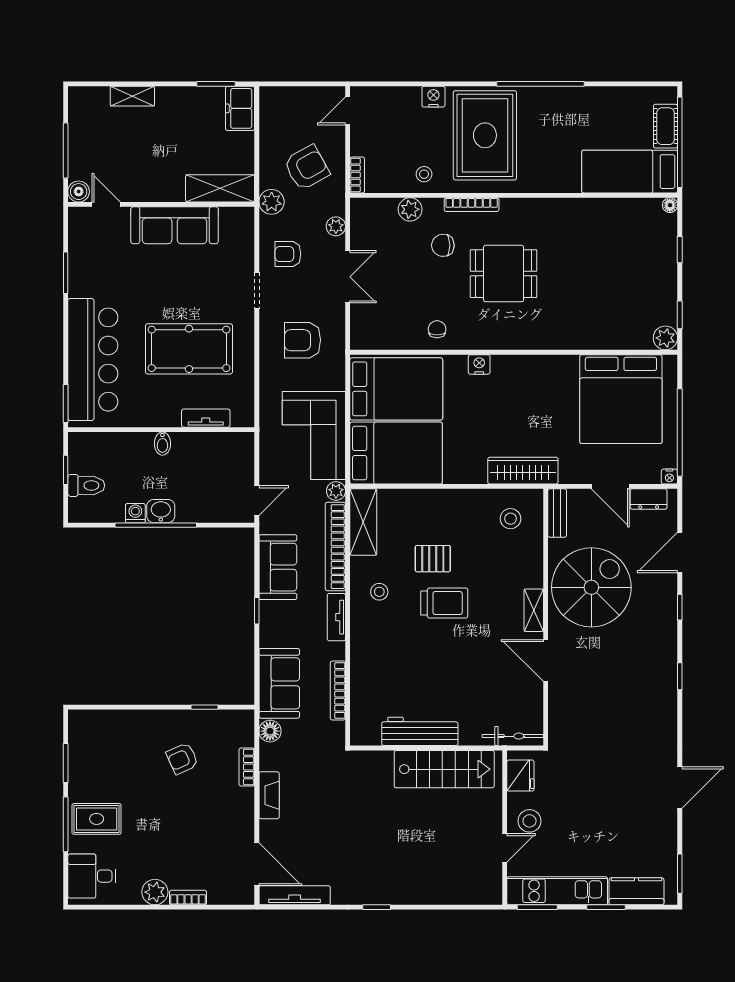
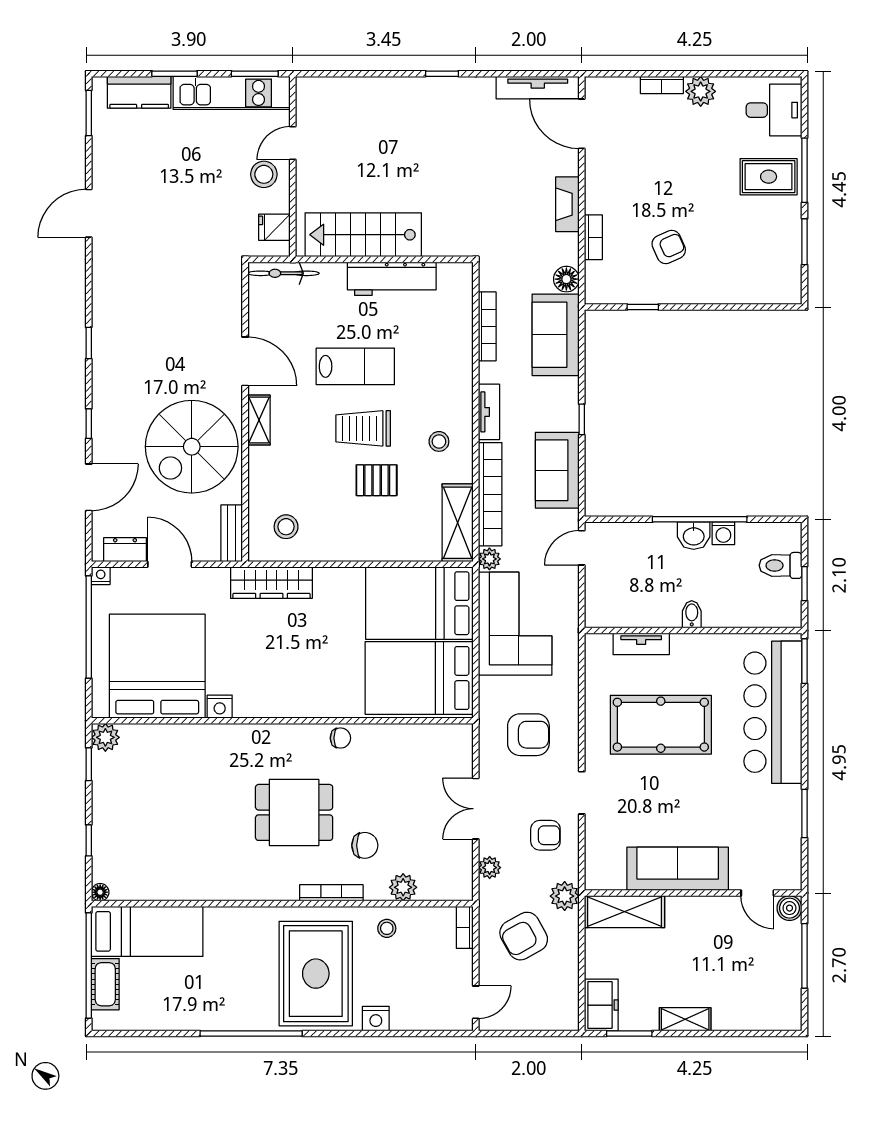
shelving: (132, 96) -> (685, 1019), moved
chair: (437, 329) -> (340, 738), moved, turned -90
nightstand: (479, 364) -> (220, 707), moved
lab bench: (451, 656) -> (355, 366), added
fridge: (520, 776) -> (274, 227), width x0.72

